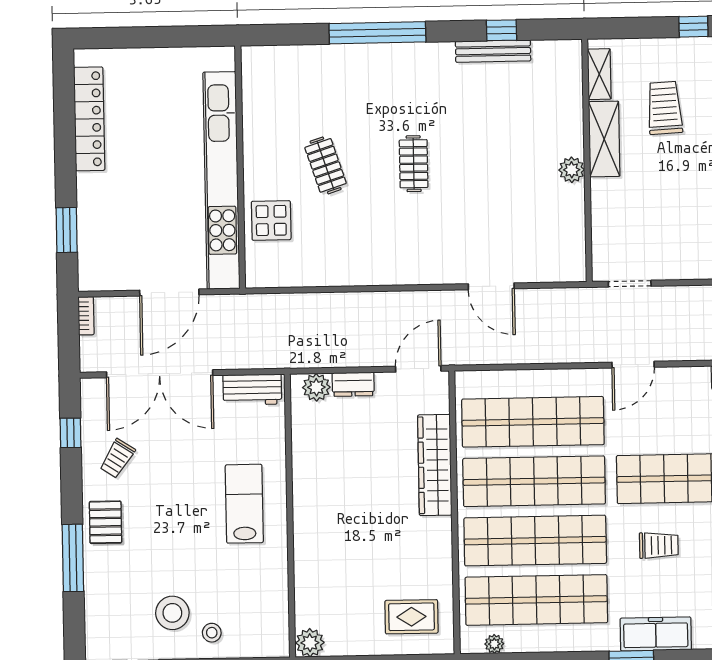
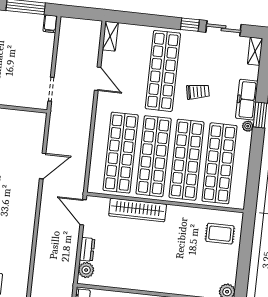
door: (633, 365) -> (98, 79), moved
trolley: (659, 545) -> (198, 92), turned 79
rug: (411, 617) -> (220, 234), turned 90
plant: (494, 644) -> (248, 126), moved

